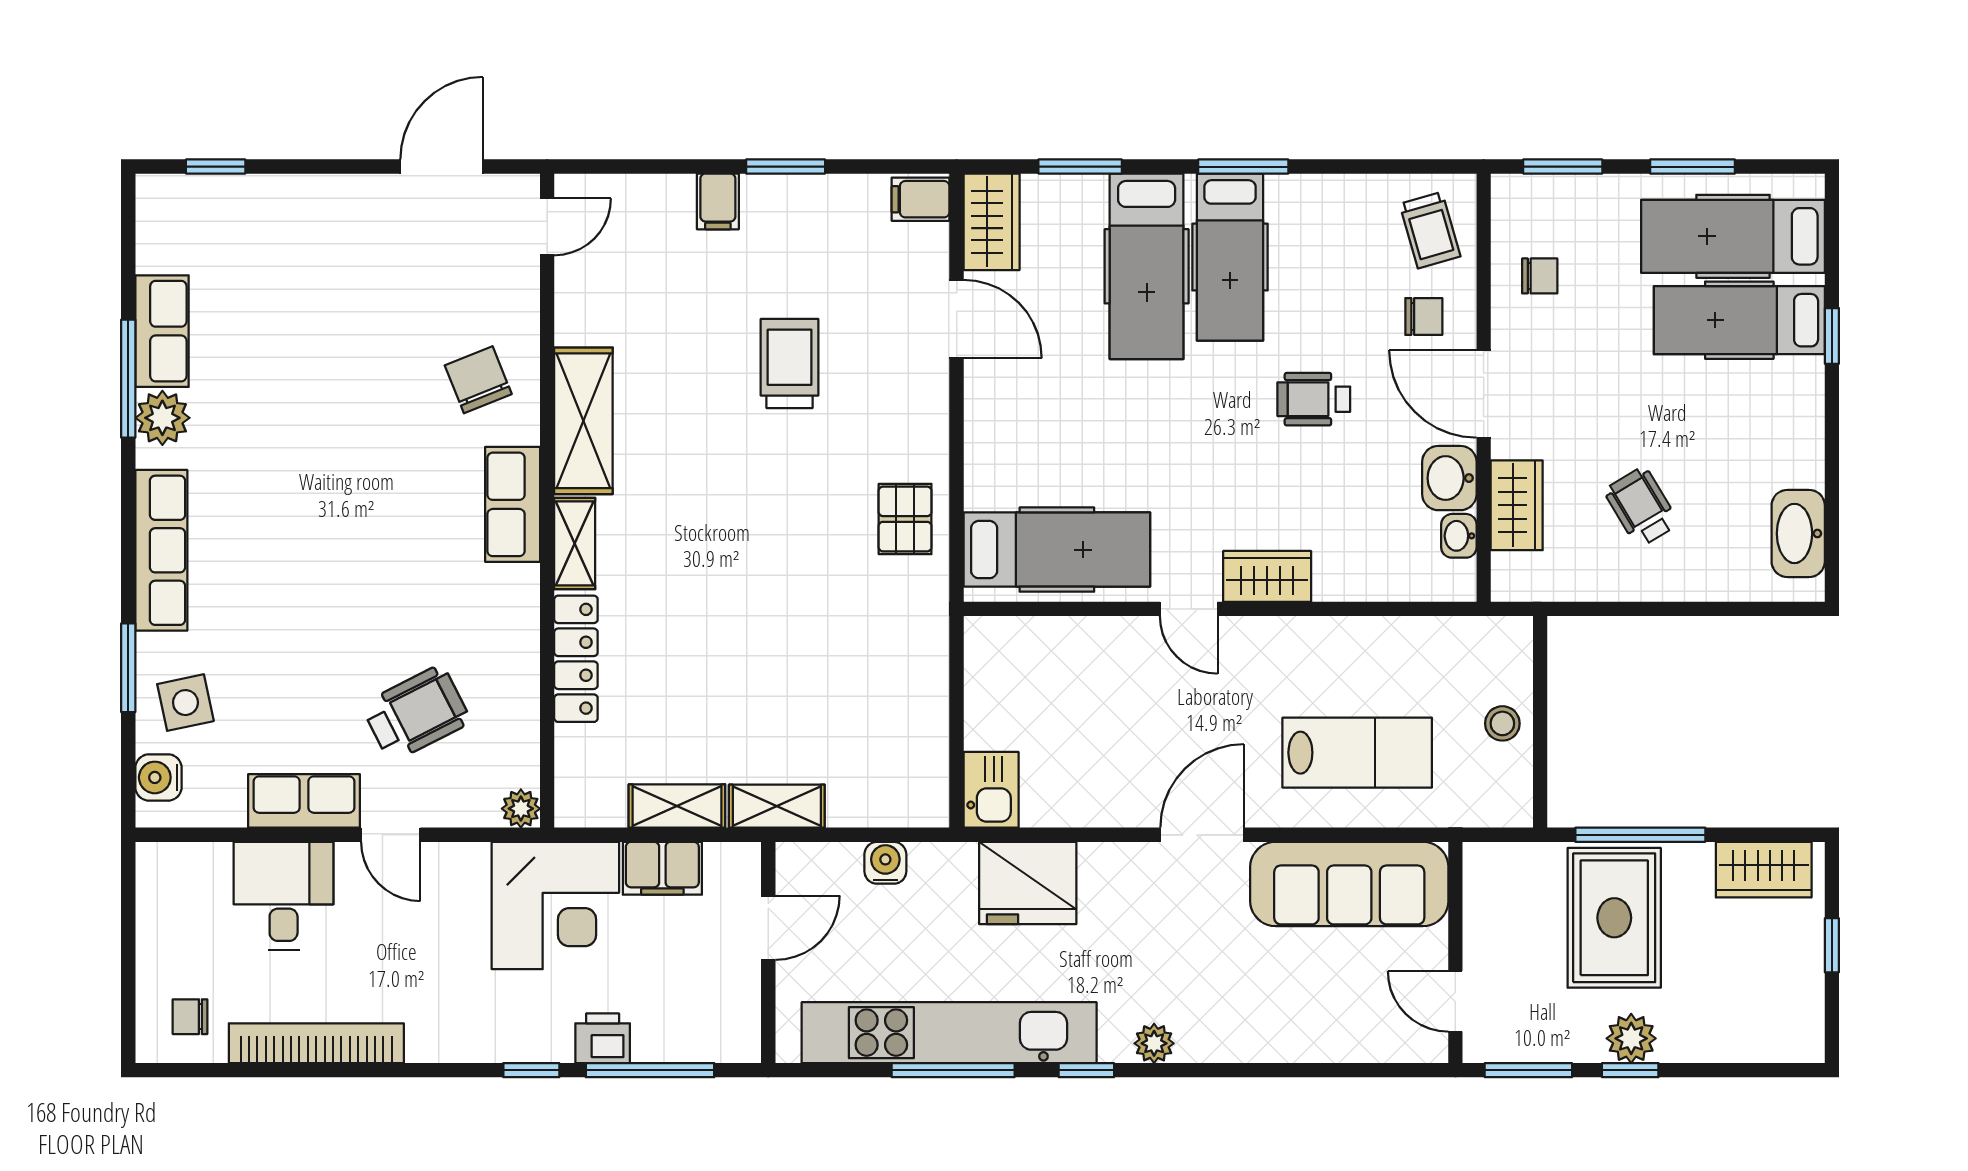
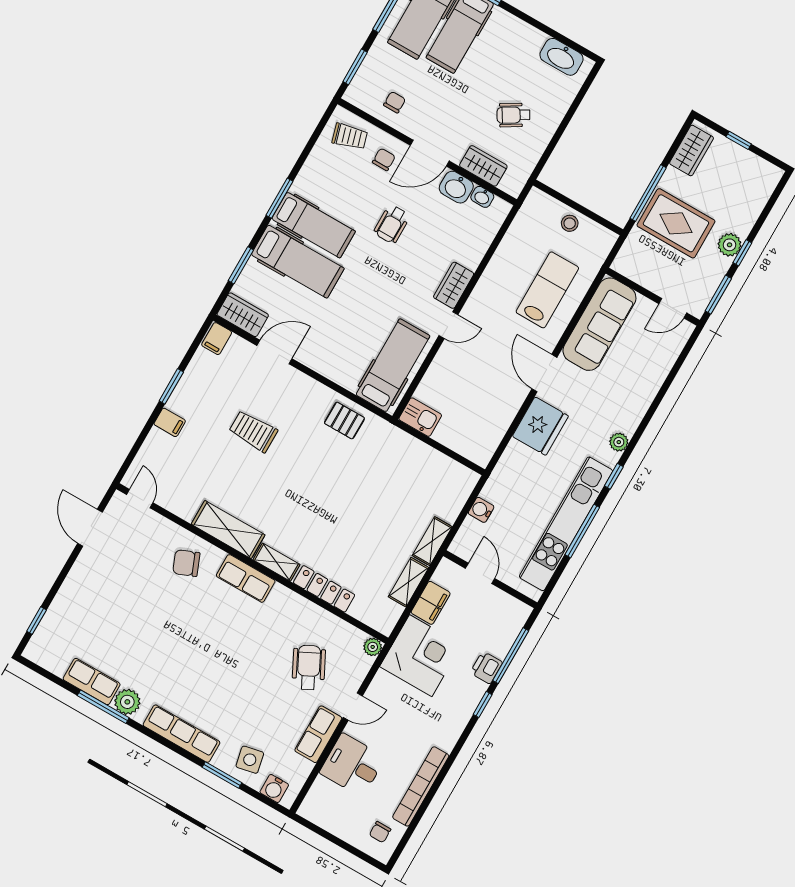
kitchen sink: (991, 790) -> (420, 417), moved
fridge: (1028, 883) -> (540, 426), moved

